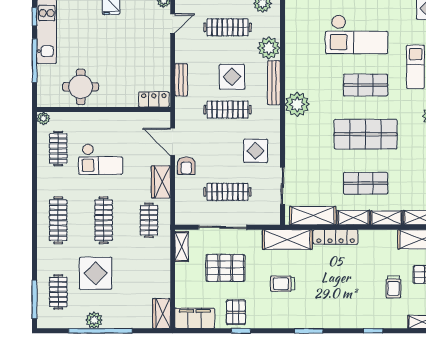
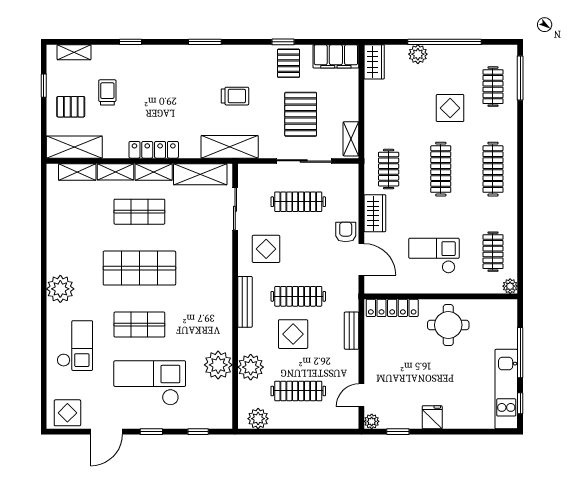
bench: (274, 83) -> (245, 302), moved
round table: (81, 87) -> (448, 325), moved
locker: (154, 100) -> (392, 308), width x1.53
plant: (297, 104) -> (218, 365), moved
checkout: (101, 159) -> (434, 256), moved
locker: (336, 237) -> (154, 150), moved
pallet: (225, 268) -> (301, 114), turned 90
display table: (96, 273) -> (450, 108), width x0.73, depth x0.73
plant: (94, 320) -> (418, 54), moved

